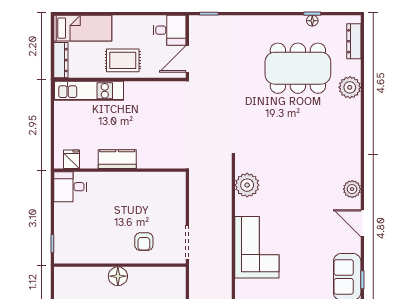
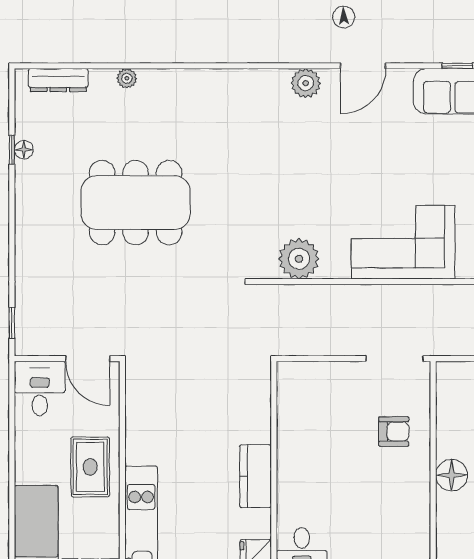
dining table: (298, 68) -> (136, 203), moved, turned 90
plant: (350, 87) -> (127, 78), width x0.53, depth x0.53

